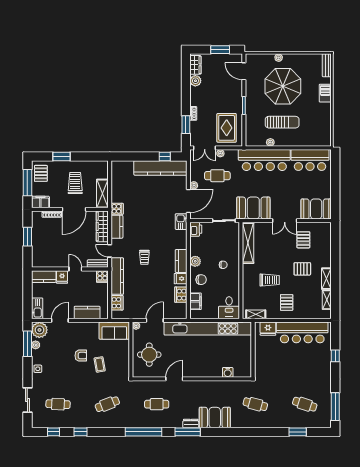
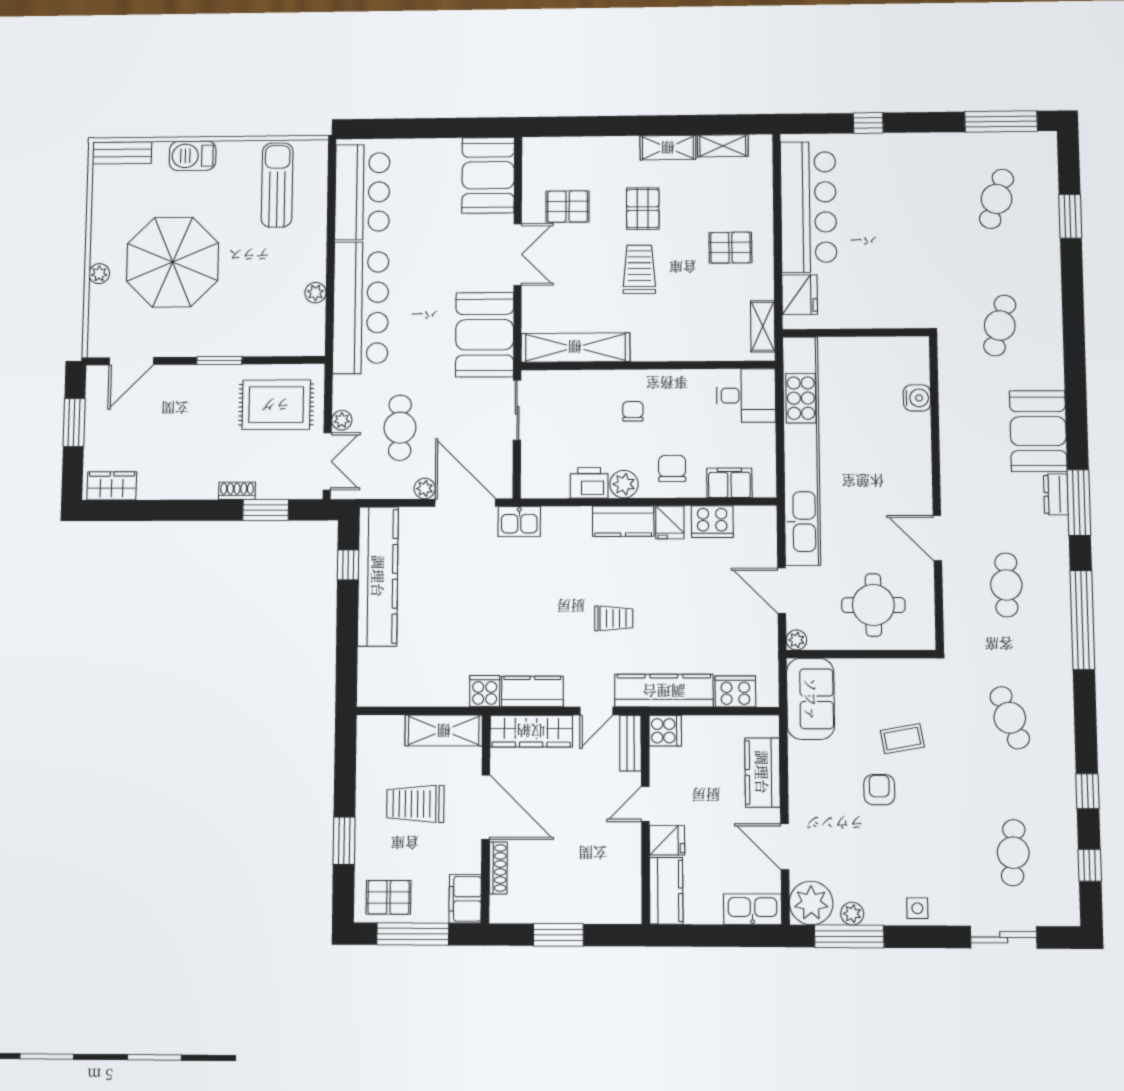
plant: (195, 81) -> (153, 486), removed
sun lounger: (282, 122) -> (277, 185), moved
printer: (196, 229) -> (589, 483), moved
trolley: (270, 280) -> (639, 269), moved

